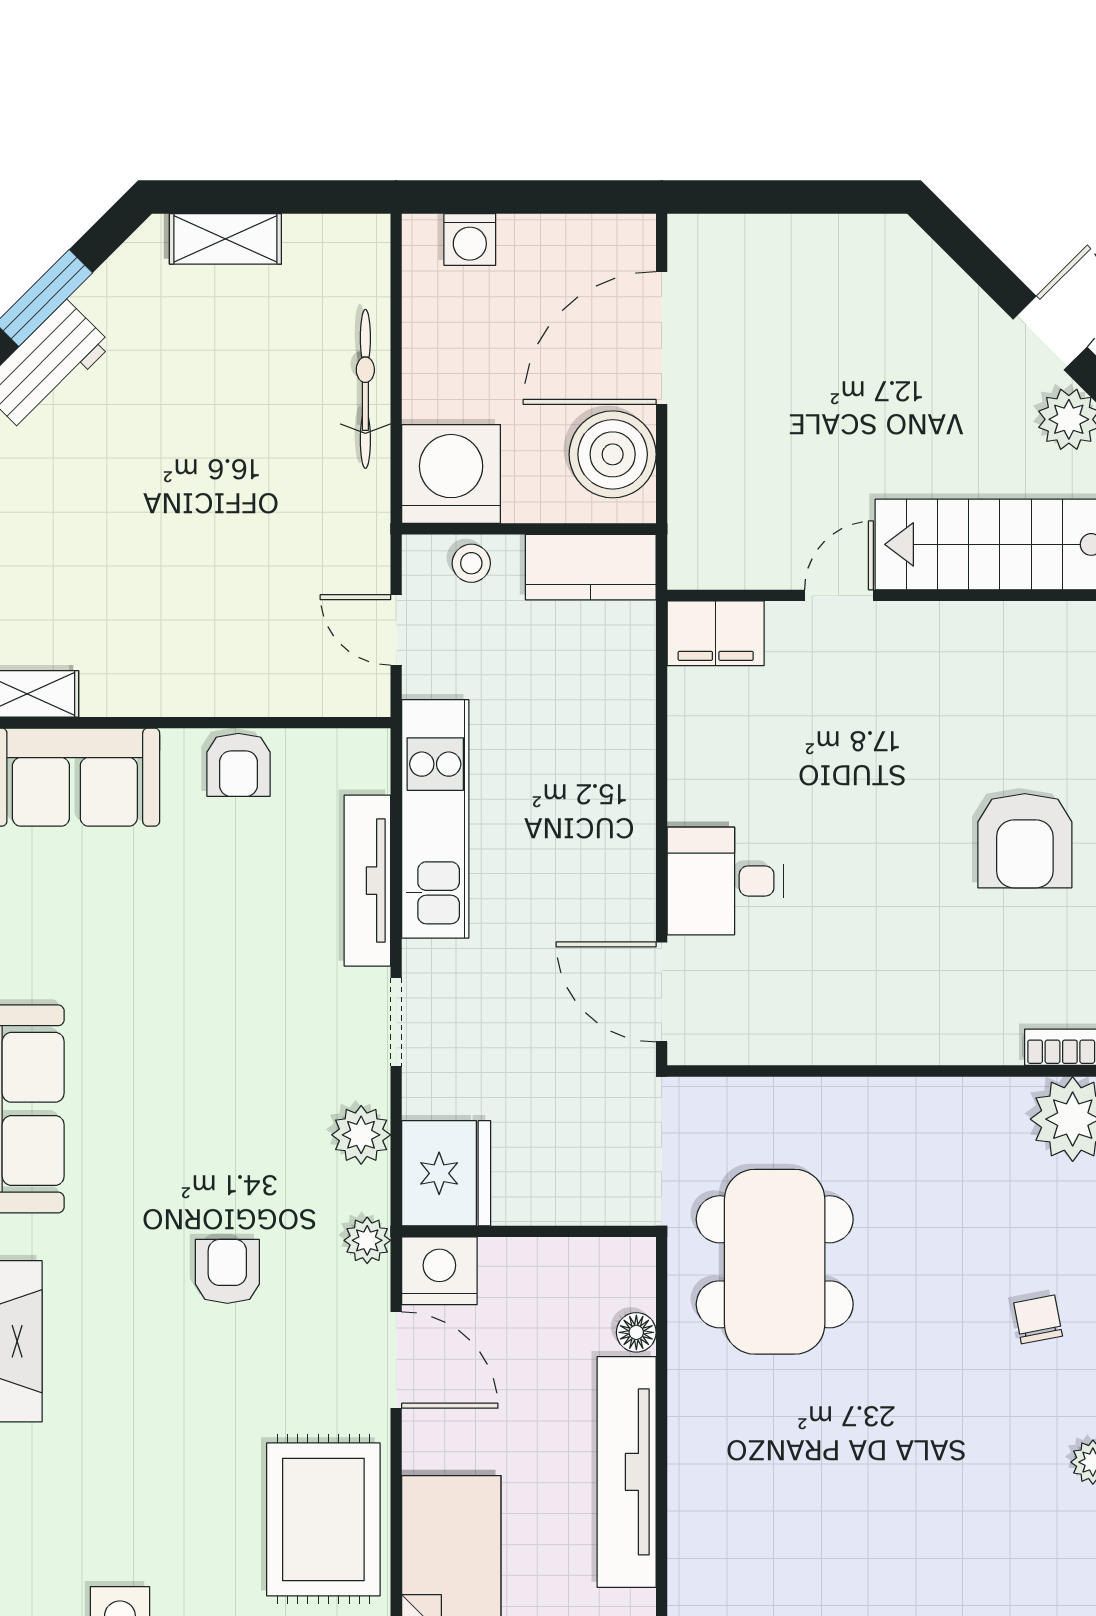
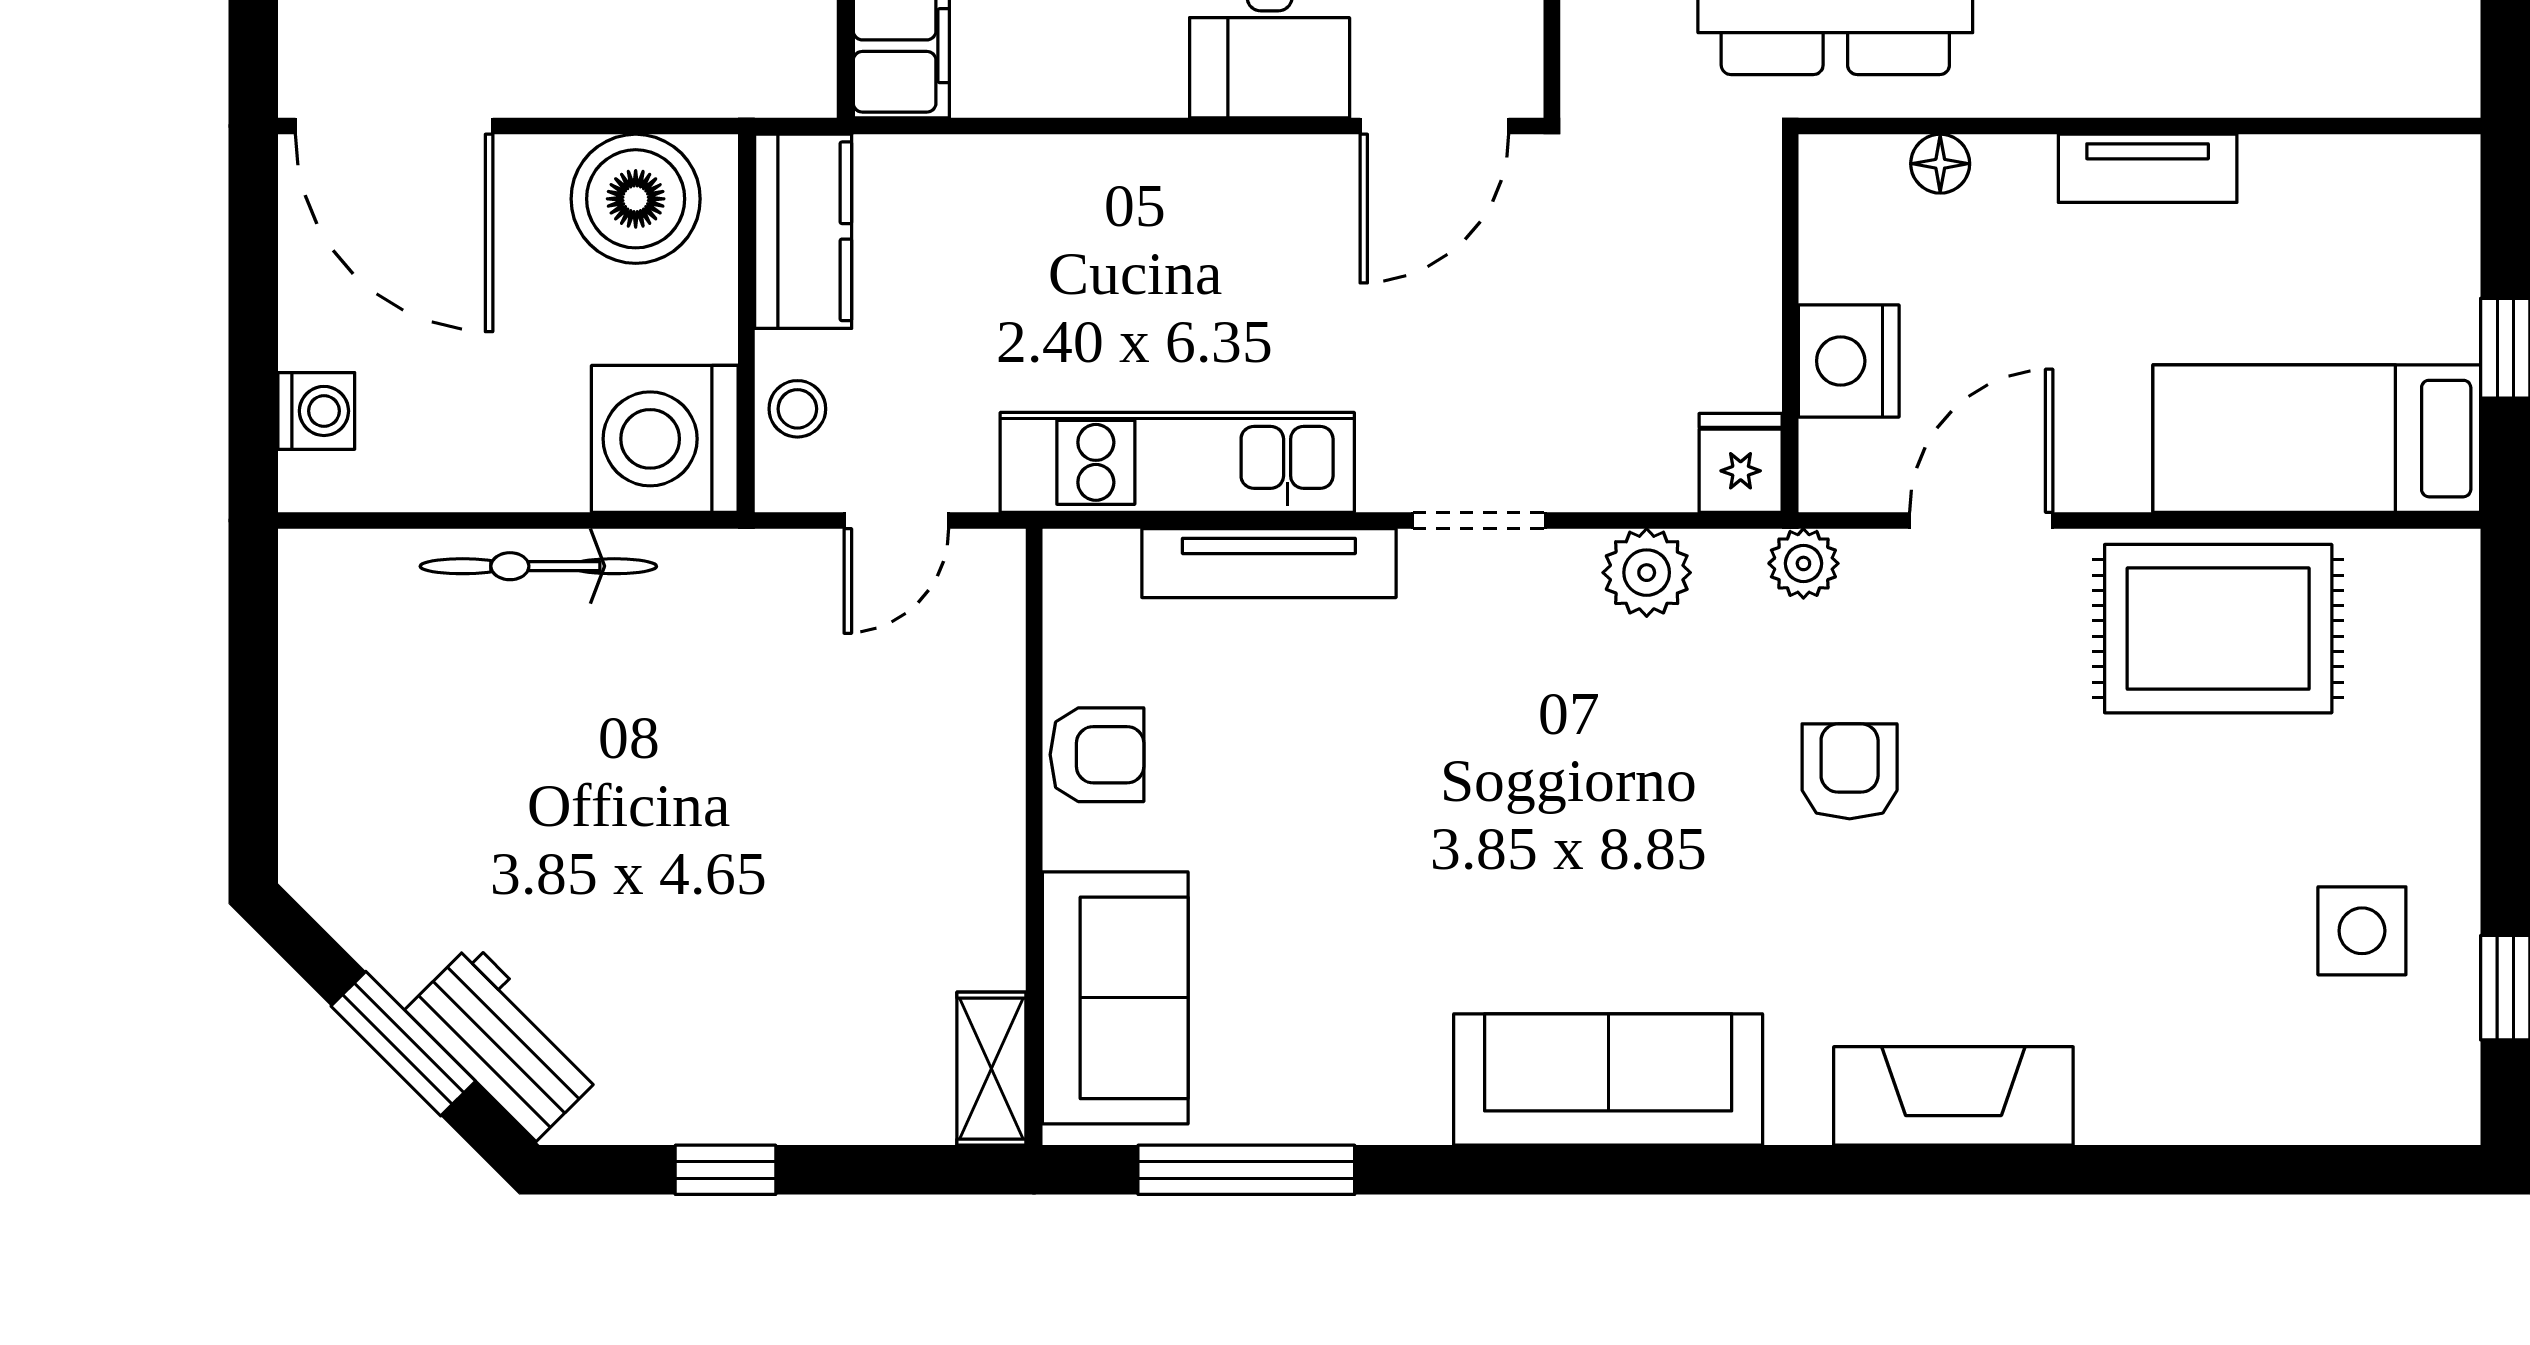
shelving: (225, 239) -> (315, 774), removed
door: (662, 338) -> (394, 126), moved
fridge: (446, 1173) -> (1741, 463), width x0.53, depth x0.75
armchair: (227, 1271) -> (1850, 771), turned 90
nightstand: (439, 1271) -> (1849, 361), moved
tv unit: (627, 1472) -> (2148, 168), width x0.52, depth x0.78

